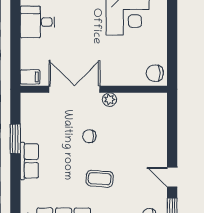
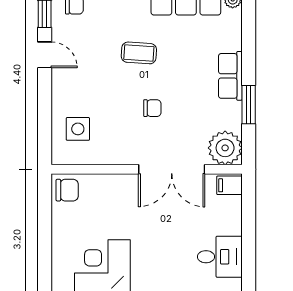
plant: (110, 100) -> (225, 148), moved, width x1.88, depth x1.88
side table: (147, 120) -> (78, 129), added

